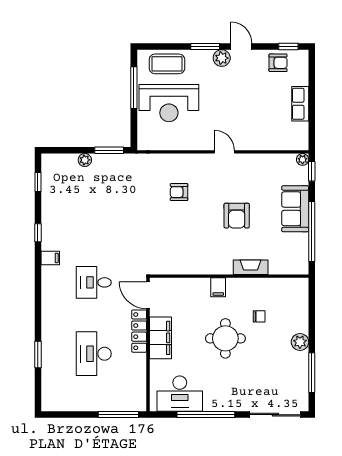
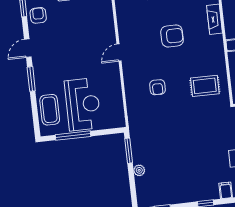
plant: (222, 58) -> (39, 64), removed
rug: (174, 247) -> (205, 86), added

